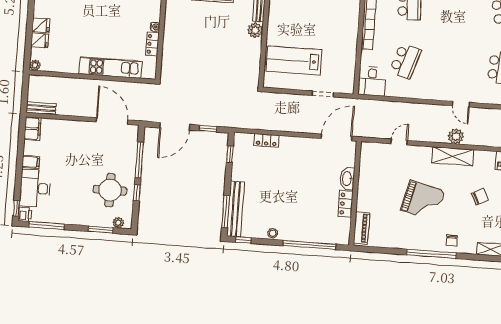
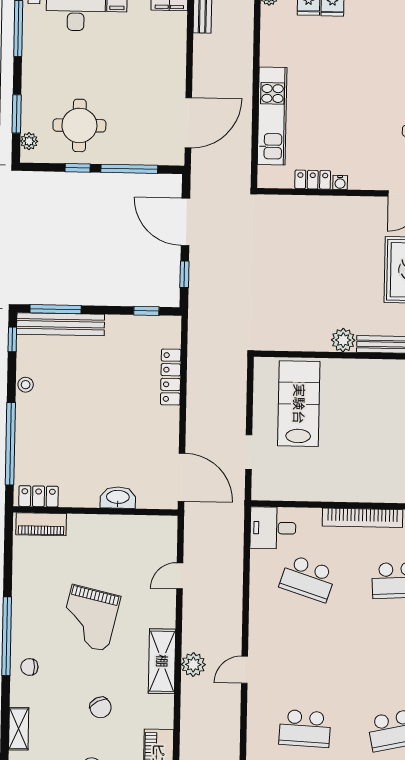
locker: (266, 140) -> (171, 377), width x1.53
door: (399, 142) -> (180, 576), swing flipped
locker: (346, 204) -> (39, 496), moved

